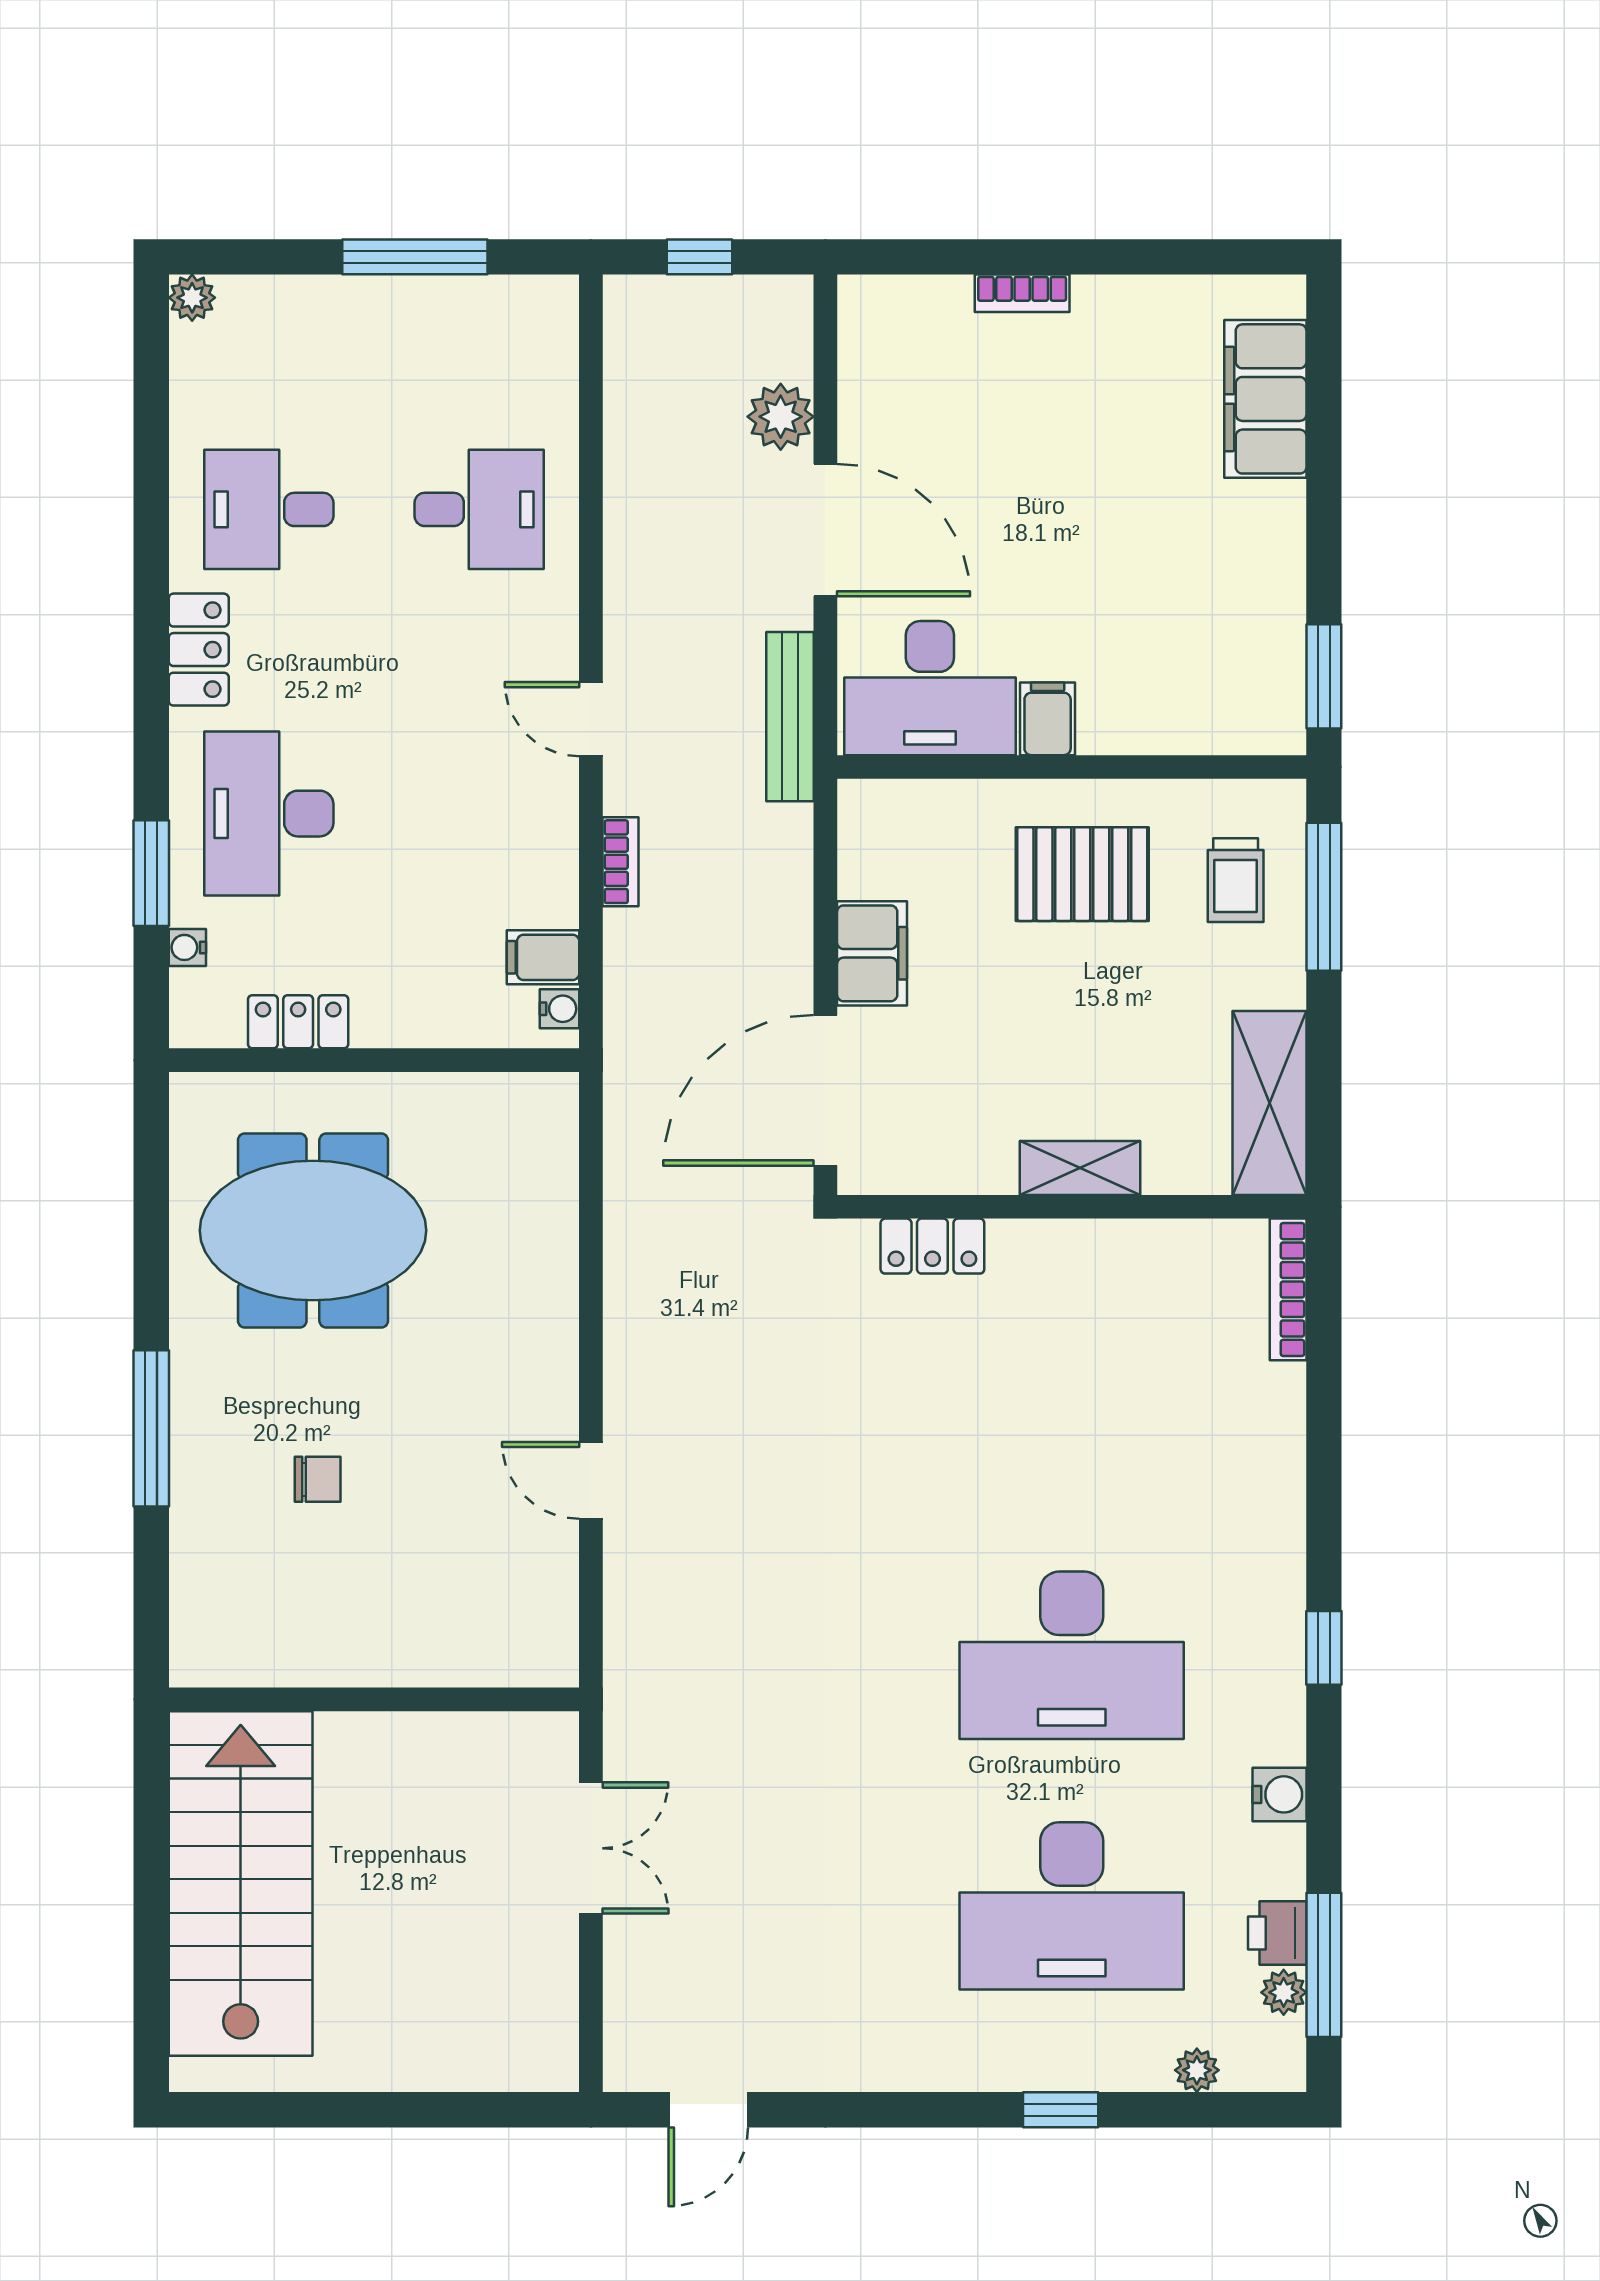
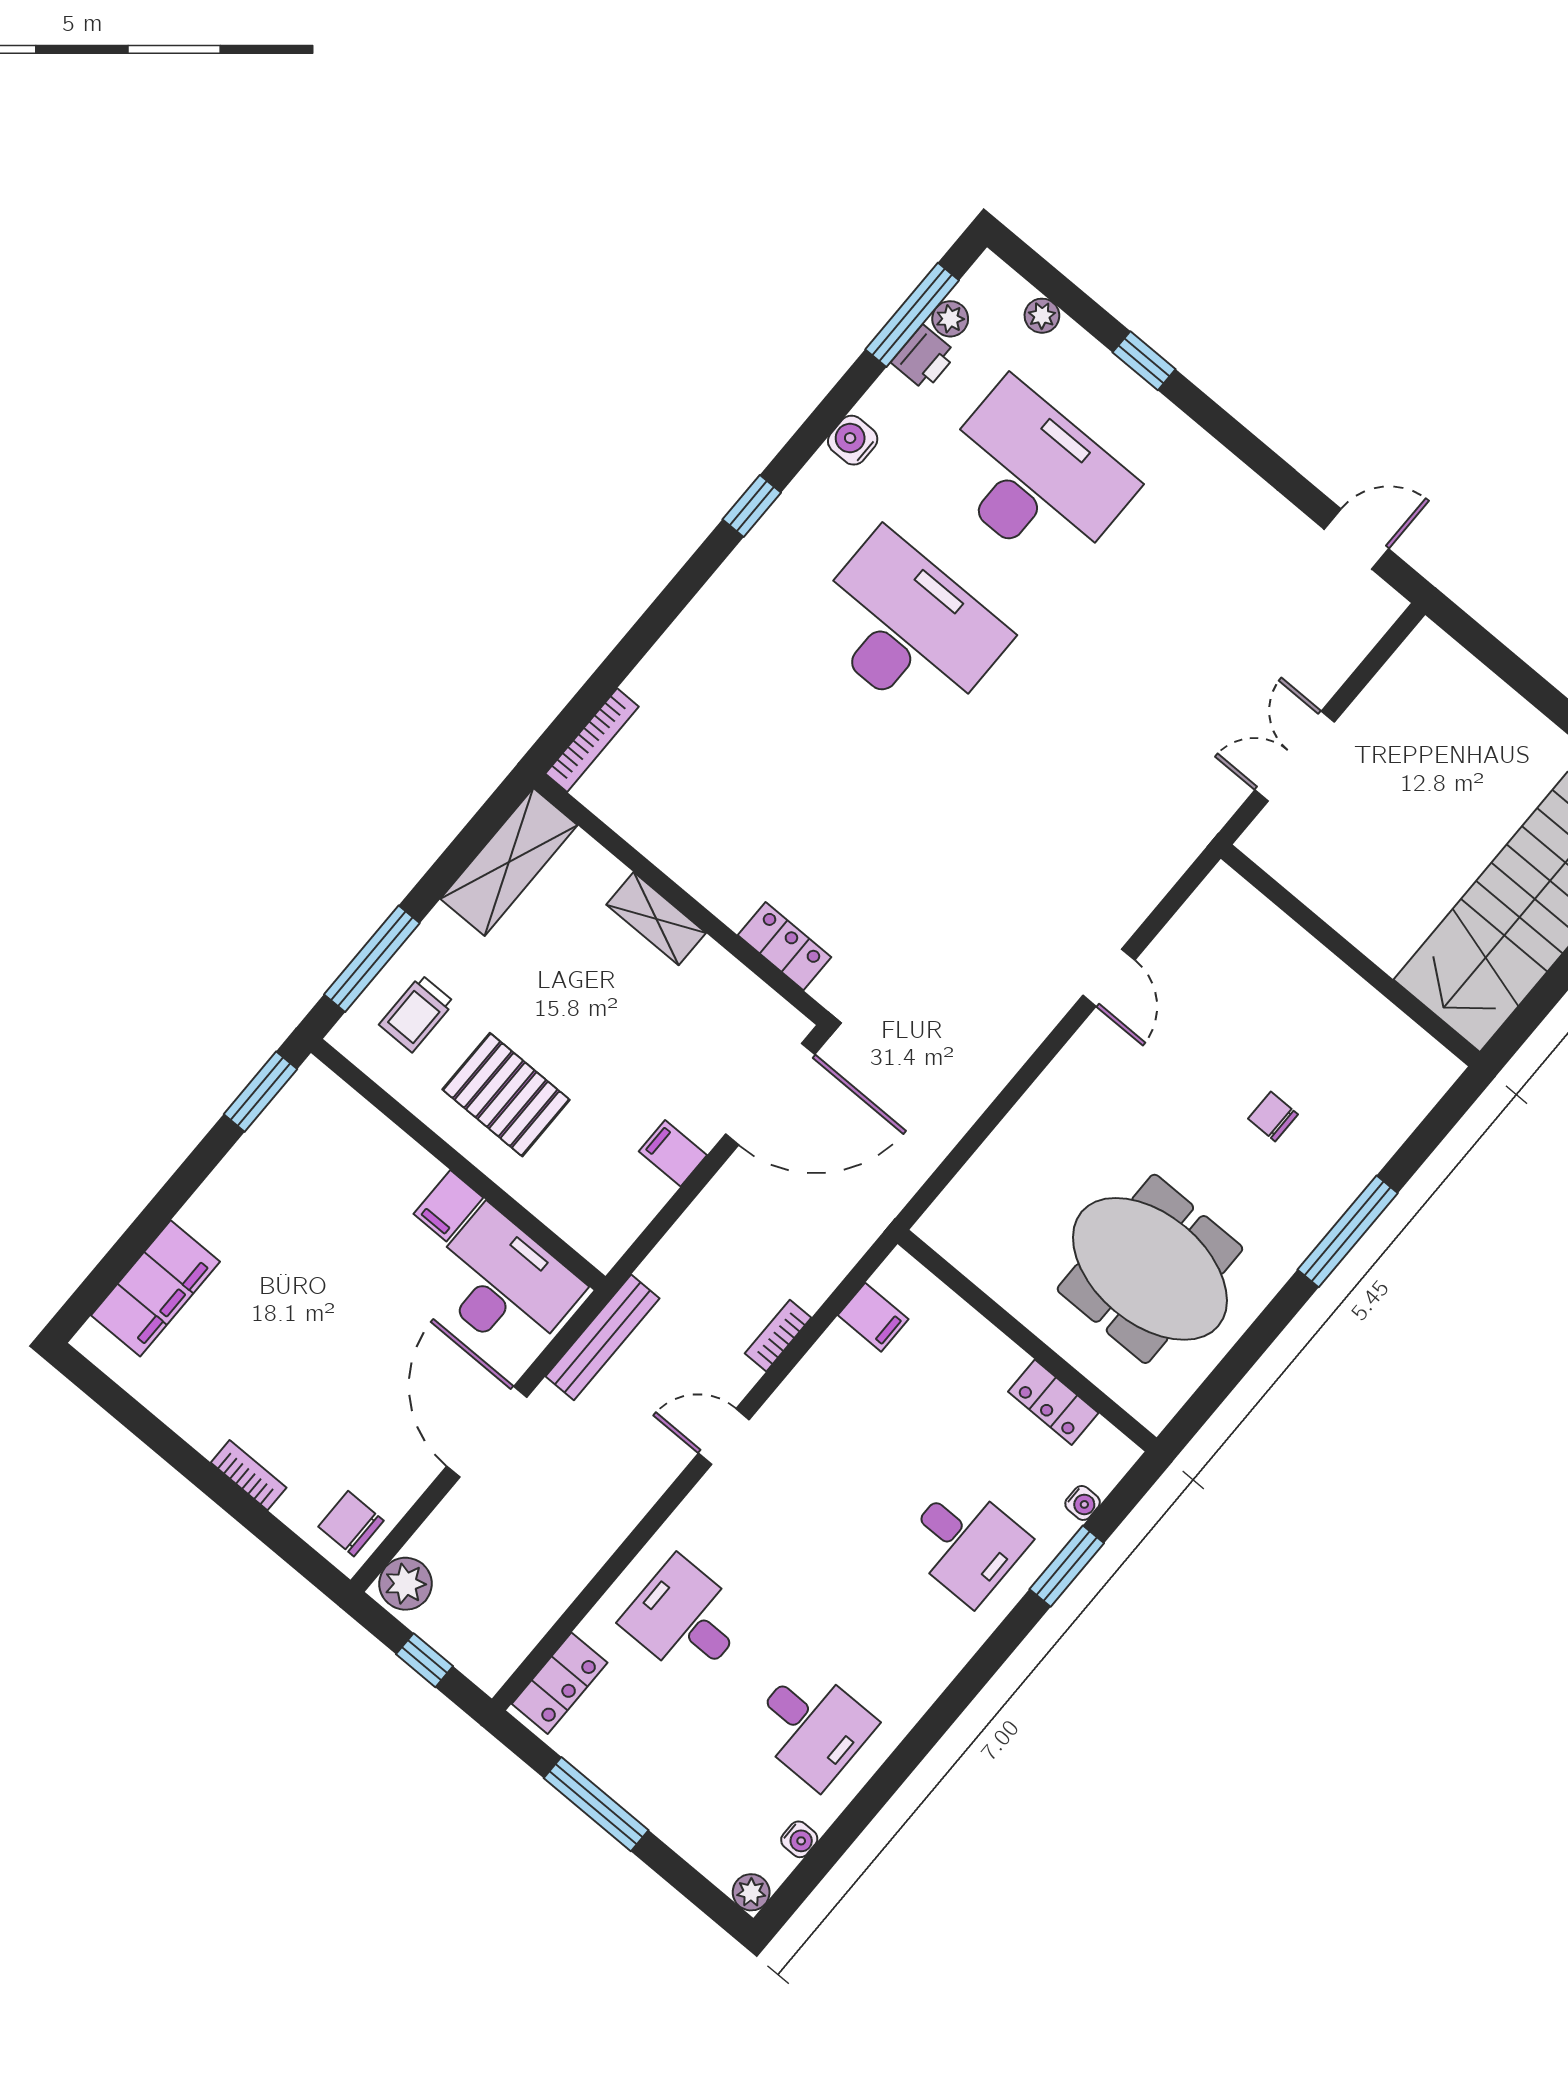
chair: (883, 330) -> (351, 1524), added
plant: (781, 417) -> (405, 1584), moved
locker: (199, 650) -> (560, 1683), moved, turned 180
door: (591, 719) -> (724, 1436), swing flipped
desk: (269, 814) -> (966, 1543), width x0.73
trolley: (1236, 880) -> (417, 1013), turned 180
filing cabinet: (872, 953) -> (673, 1153), width x0.50
water cooler: (560, 1009) -> (799, 1839), moved, turned 180

